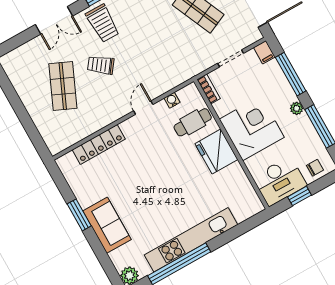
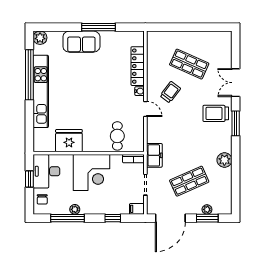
trolley: (101, 65) -> (170, 92), moved
freezer: (191, 67) -> (154, 155), added
window: (291, 74) -> (113, 218), width x0.46
water cooler: (172, 100) -> (139, 91), moved
plant: (297, 108) -> (75, 209), moved
fridge: (216, 152) -> (69, 141), moved
window: (79, 215) -> (99, 27), width x1.44

